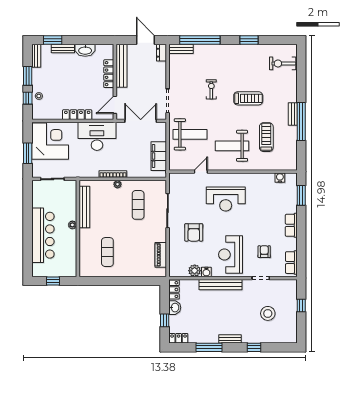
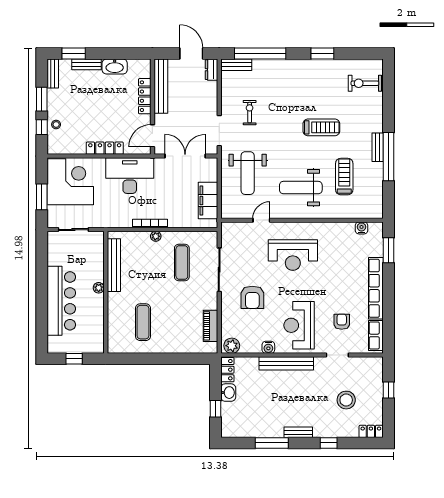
exercise bike: (211, 89) -> (250, 113), moved
weight bench: (190, 134) -> (248, 173), turned 90
row of seats: (291, 225) -> (376, 288), width x2.02
plant: (195, 271) -> (232, 346), moved
locker: (179, 338) -> (371, 431), moved

